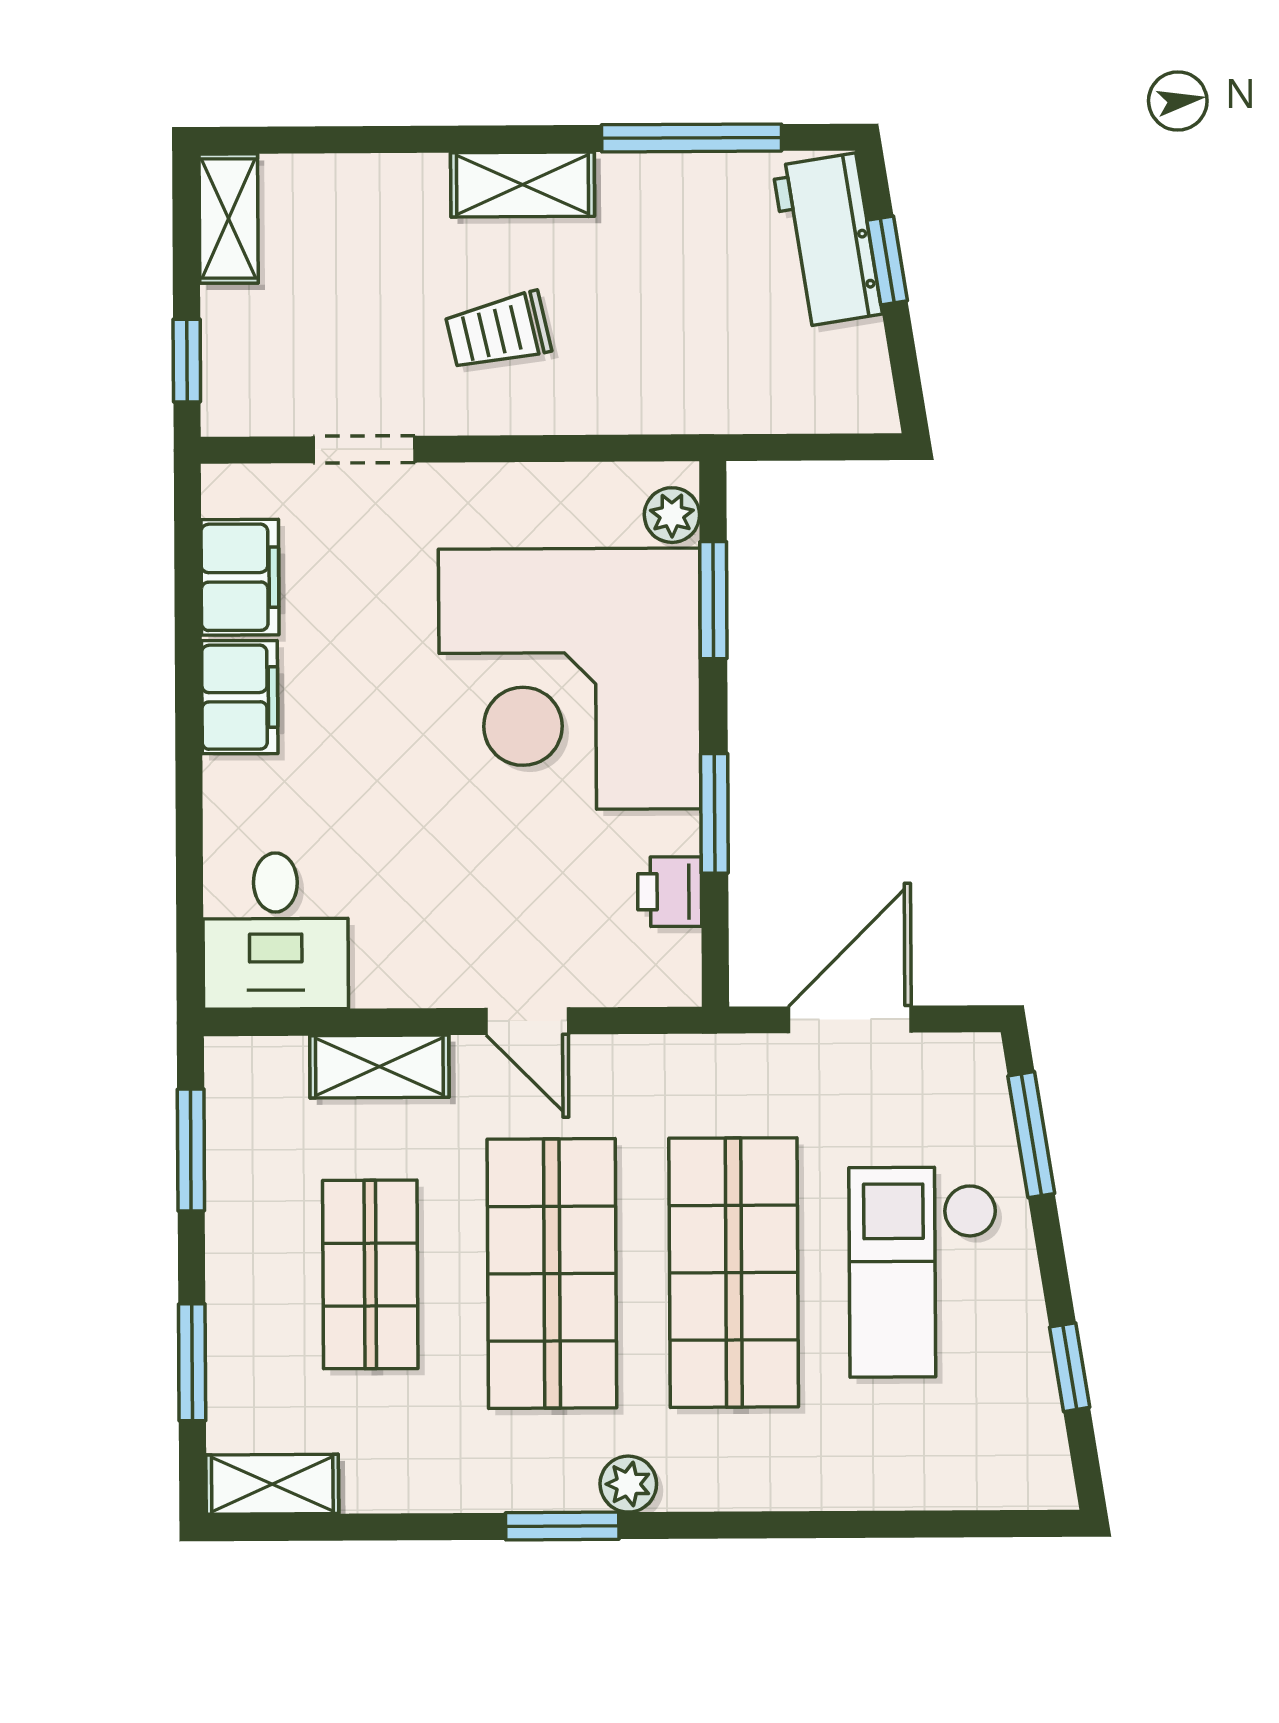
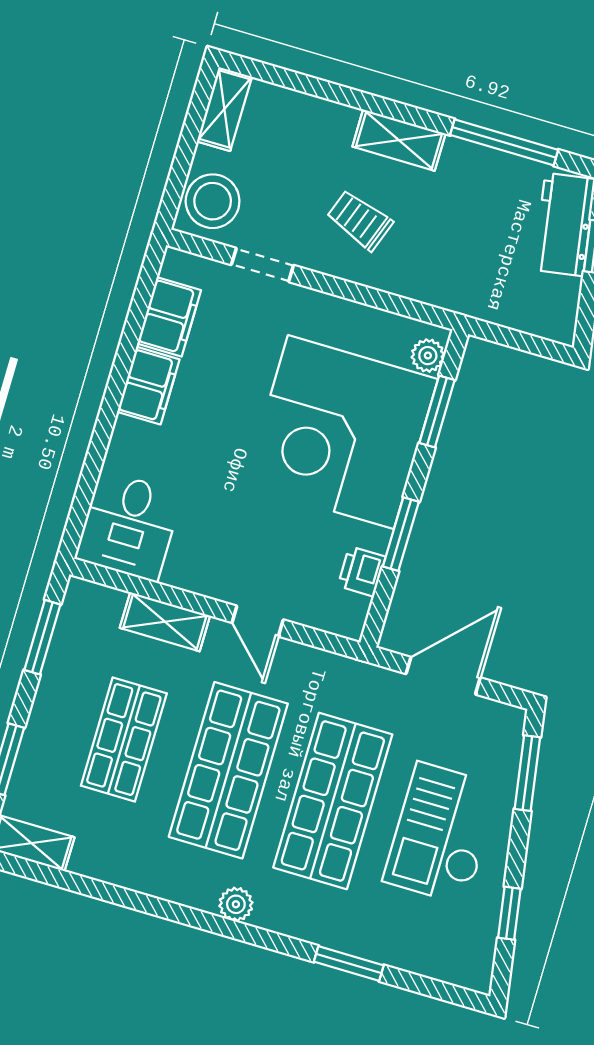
trolley: (498, 331) -> (360, 220), turned 33
window: (187, 361) -> (176, 183), removed
stool: (254, 372) -> (213, 201), added
window: (562, 1526) -> (349, 963), moved

